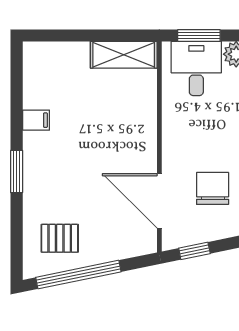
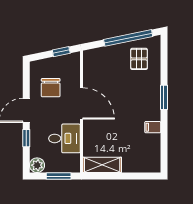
desk: (196, 69) -> (64, 138), moved, turned -90
door: (159, 201) -> (81, 103), moved
pallet: (60, 238) -> (139, 59), turned 90

